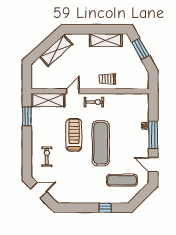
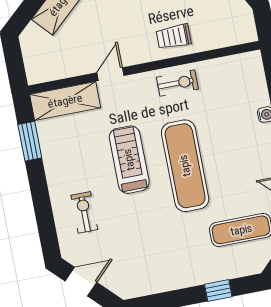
exercise bike: (94, 102) -> (177, 83), moved

